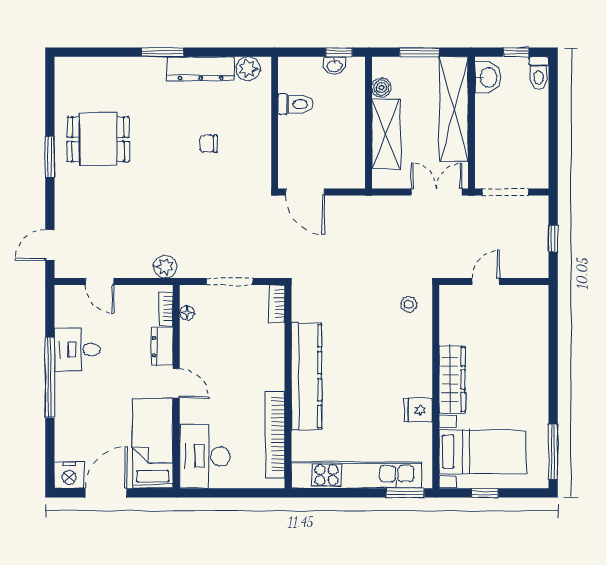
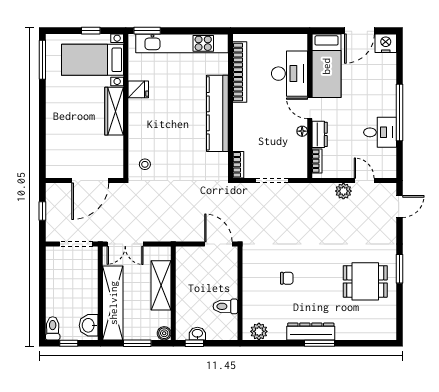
dresser: (200, 69) -> (311, 332), moved
boiler: (381, 88) -> (164, 333), moved
plant: (165, 267) -> (343, 191), moved
door: (486, 281) -> (90, 181), width x1.87
floor lamp: (187, 313) -> (302, 131), moved
desk: (205, 456) -> (290, 74), moved

